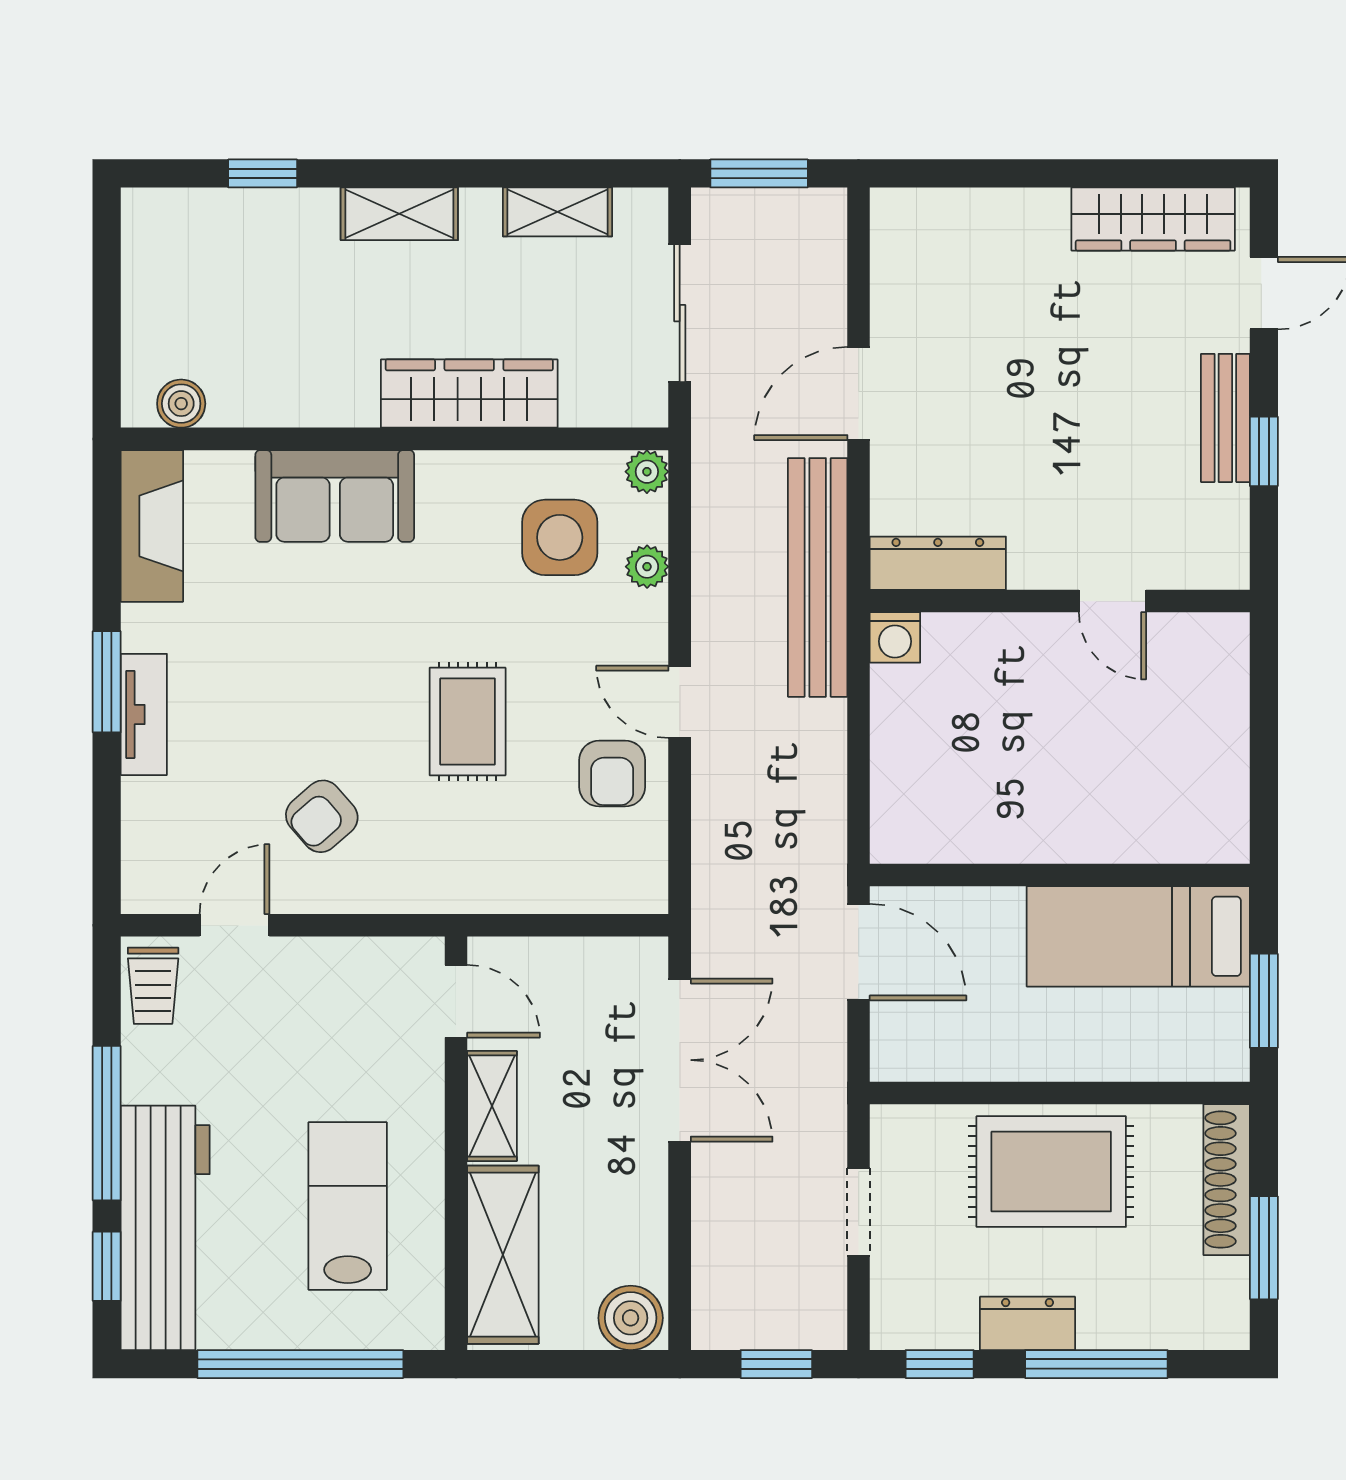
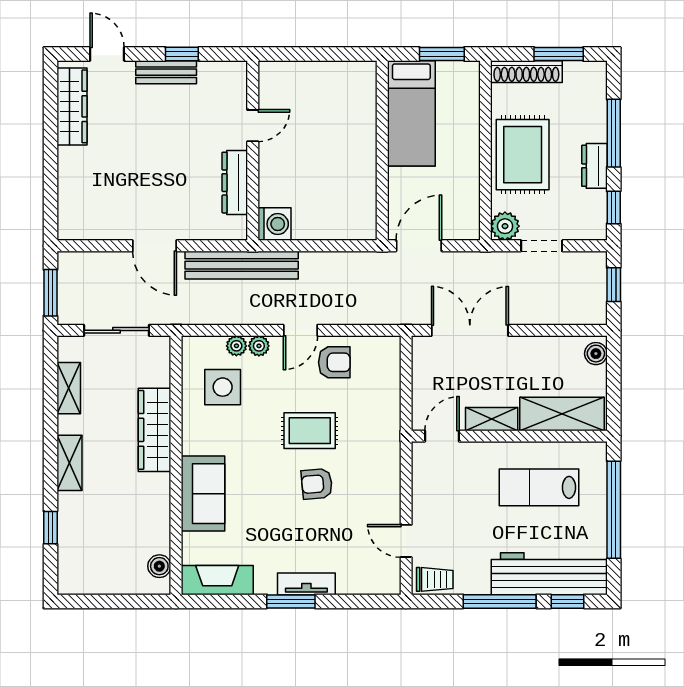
plant: (647, 472) -> (259, 346), moved
dresser: (938, 563) -> (235, 183), moved
washing machine: (895, 637) -> (274, 224), width x1.38, depth x1.38
armchair: (322, 816) -> (317, 484), moved, turned 126
plant: (900, 1134) -> (505, 226), added
boiler: (631, 1318) -> (596, 354), width x0.73, depth x0.73

